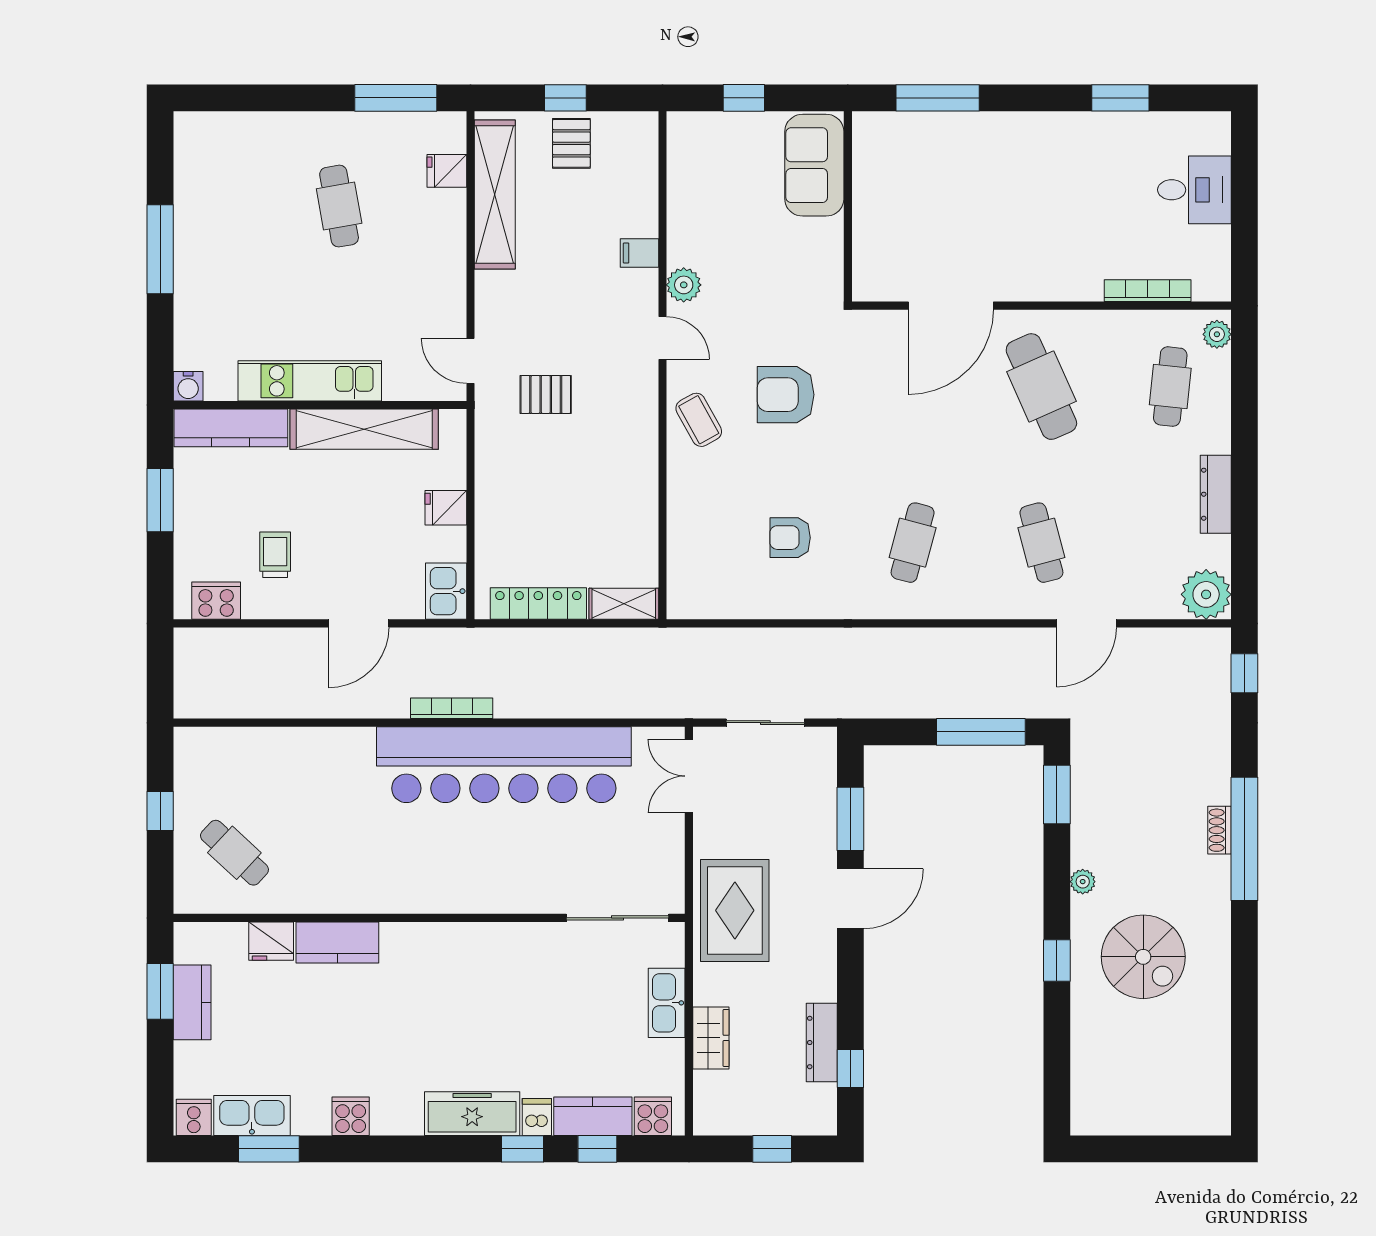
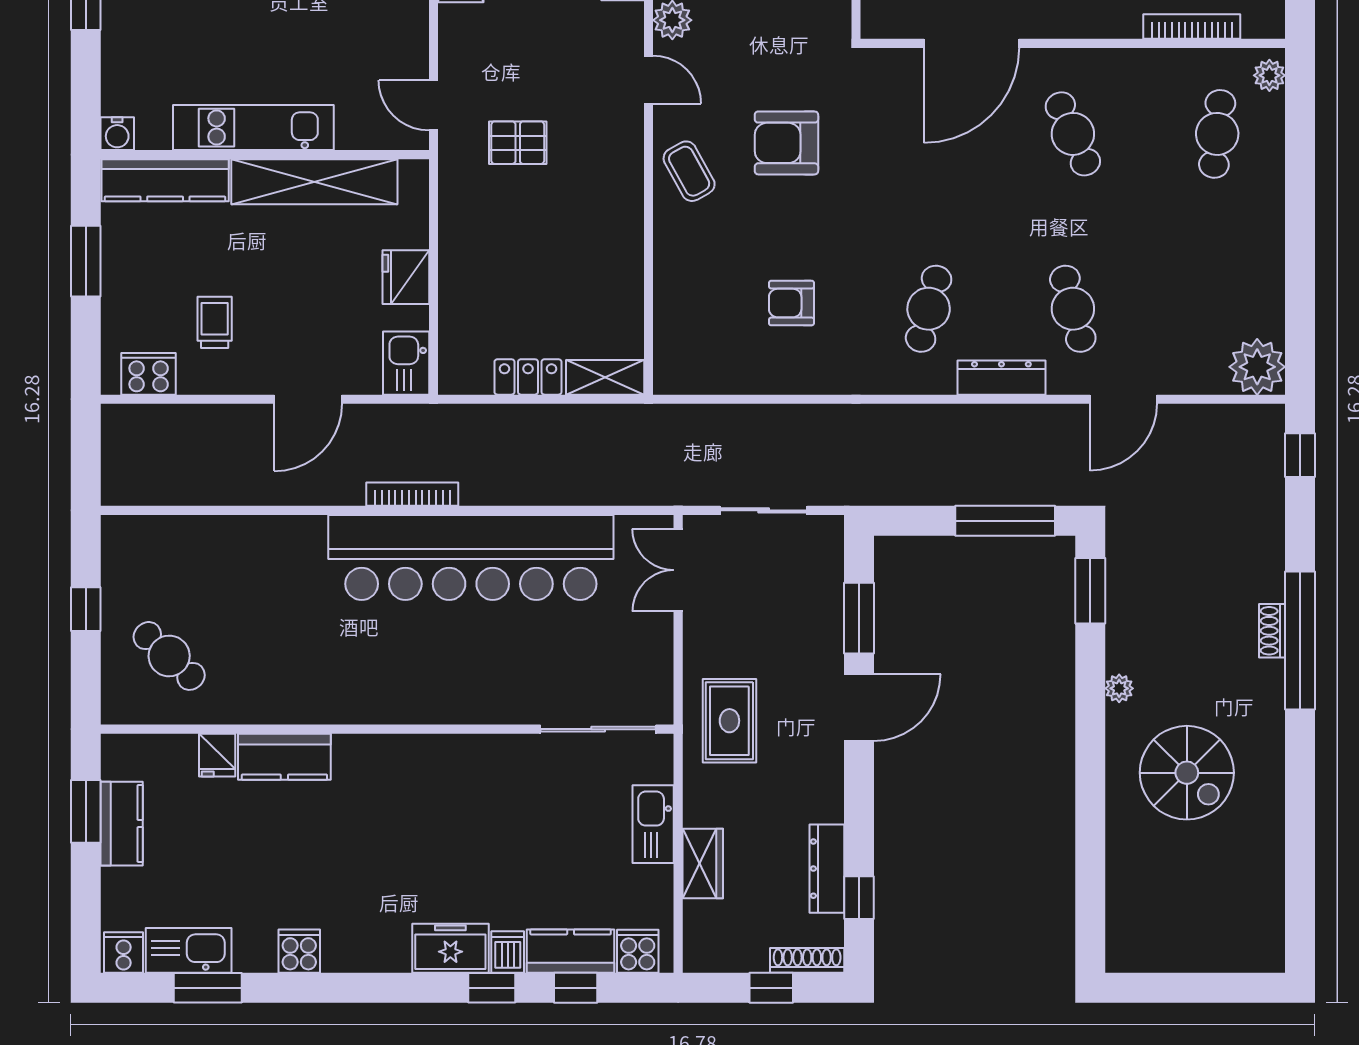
cafe table: (1041, 387) -> (1073, 134), width x0.73, depth x0.74
dresser: (1216, 494) -> (1001, 378), moved, turned 90
fridge: (446, 508) -> (406, 277), width x1.38
locker: (538, 604) -> (528, 377), width x0.66
rug: (735, 910) -> (729, 721), width x0.73, depth x0.70
fridge: (271, 941) -> (217, 755), width x0.72
window: (1057, 960) -> (1090, 777), removed
freezer: (472, 1114) -> (450, 948), width x0.71
shoe rack: (804, 1124) -> (807, 960), added

